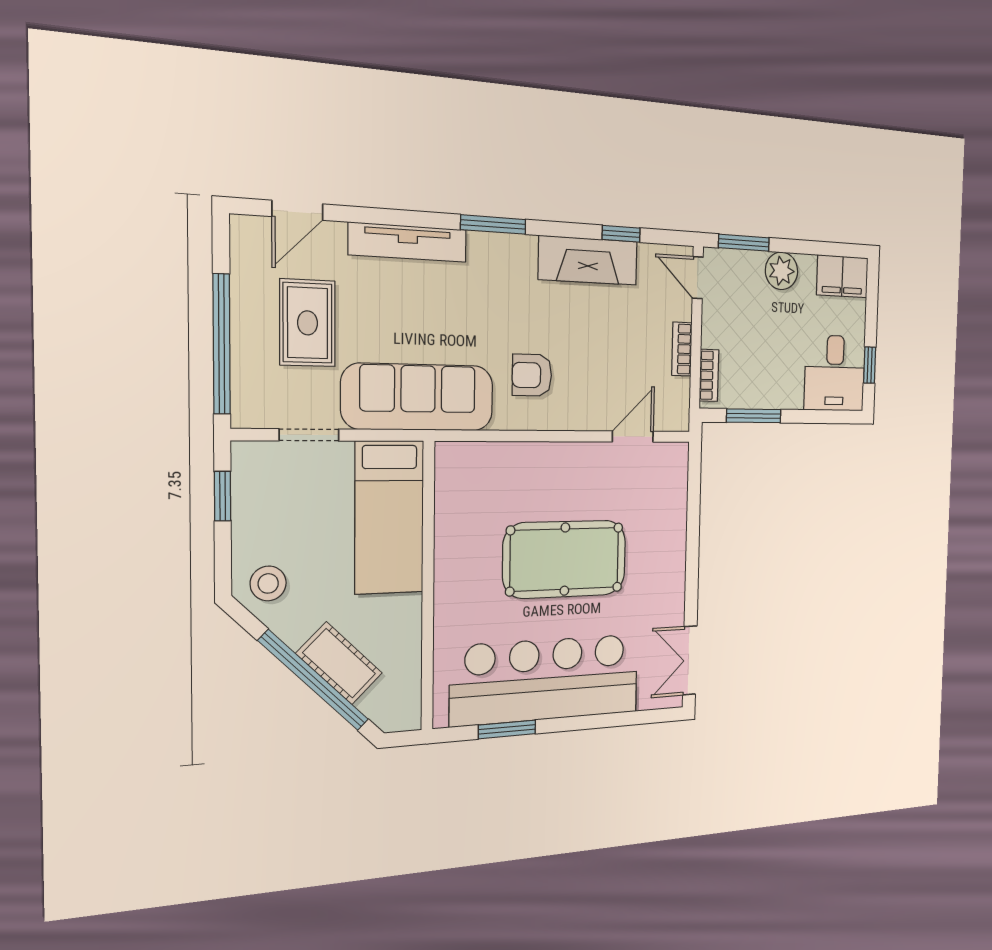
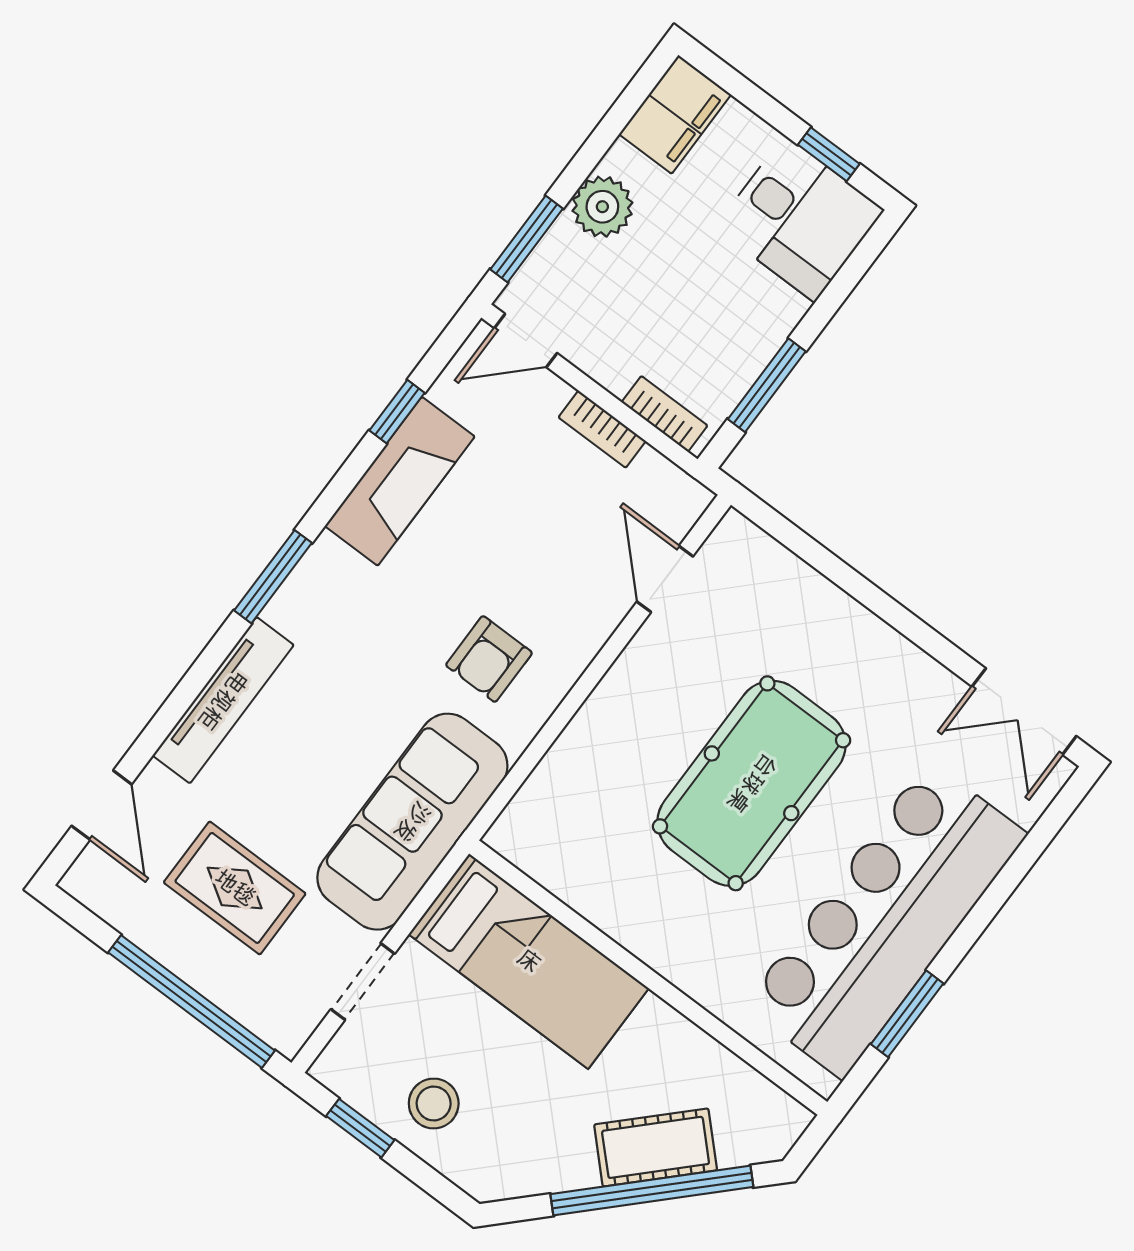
stool: (268, 583) -> (434, 1103), moved

